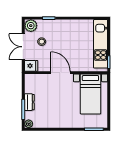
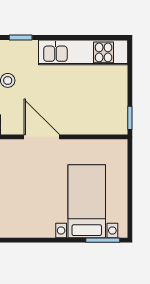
kitchen unit: (101, 44) -> (83, 52), moved, turned -90
bed with nightstands: (90, 94) -> (87, 201), moved, turned 180

